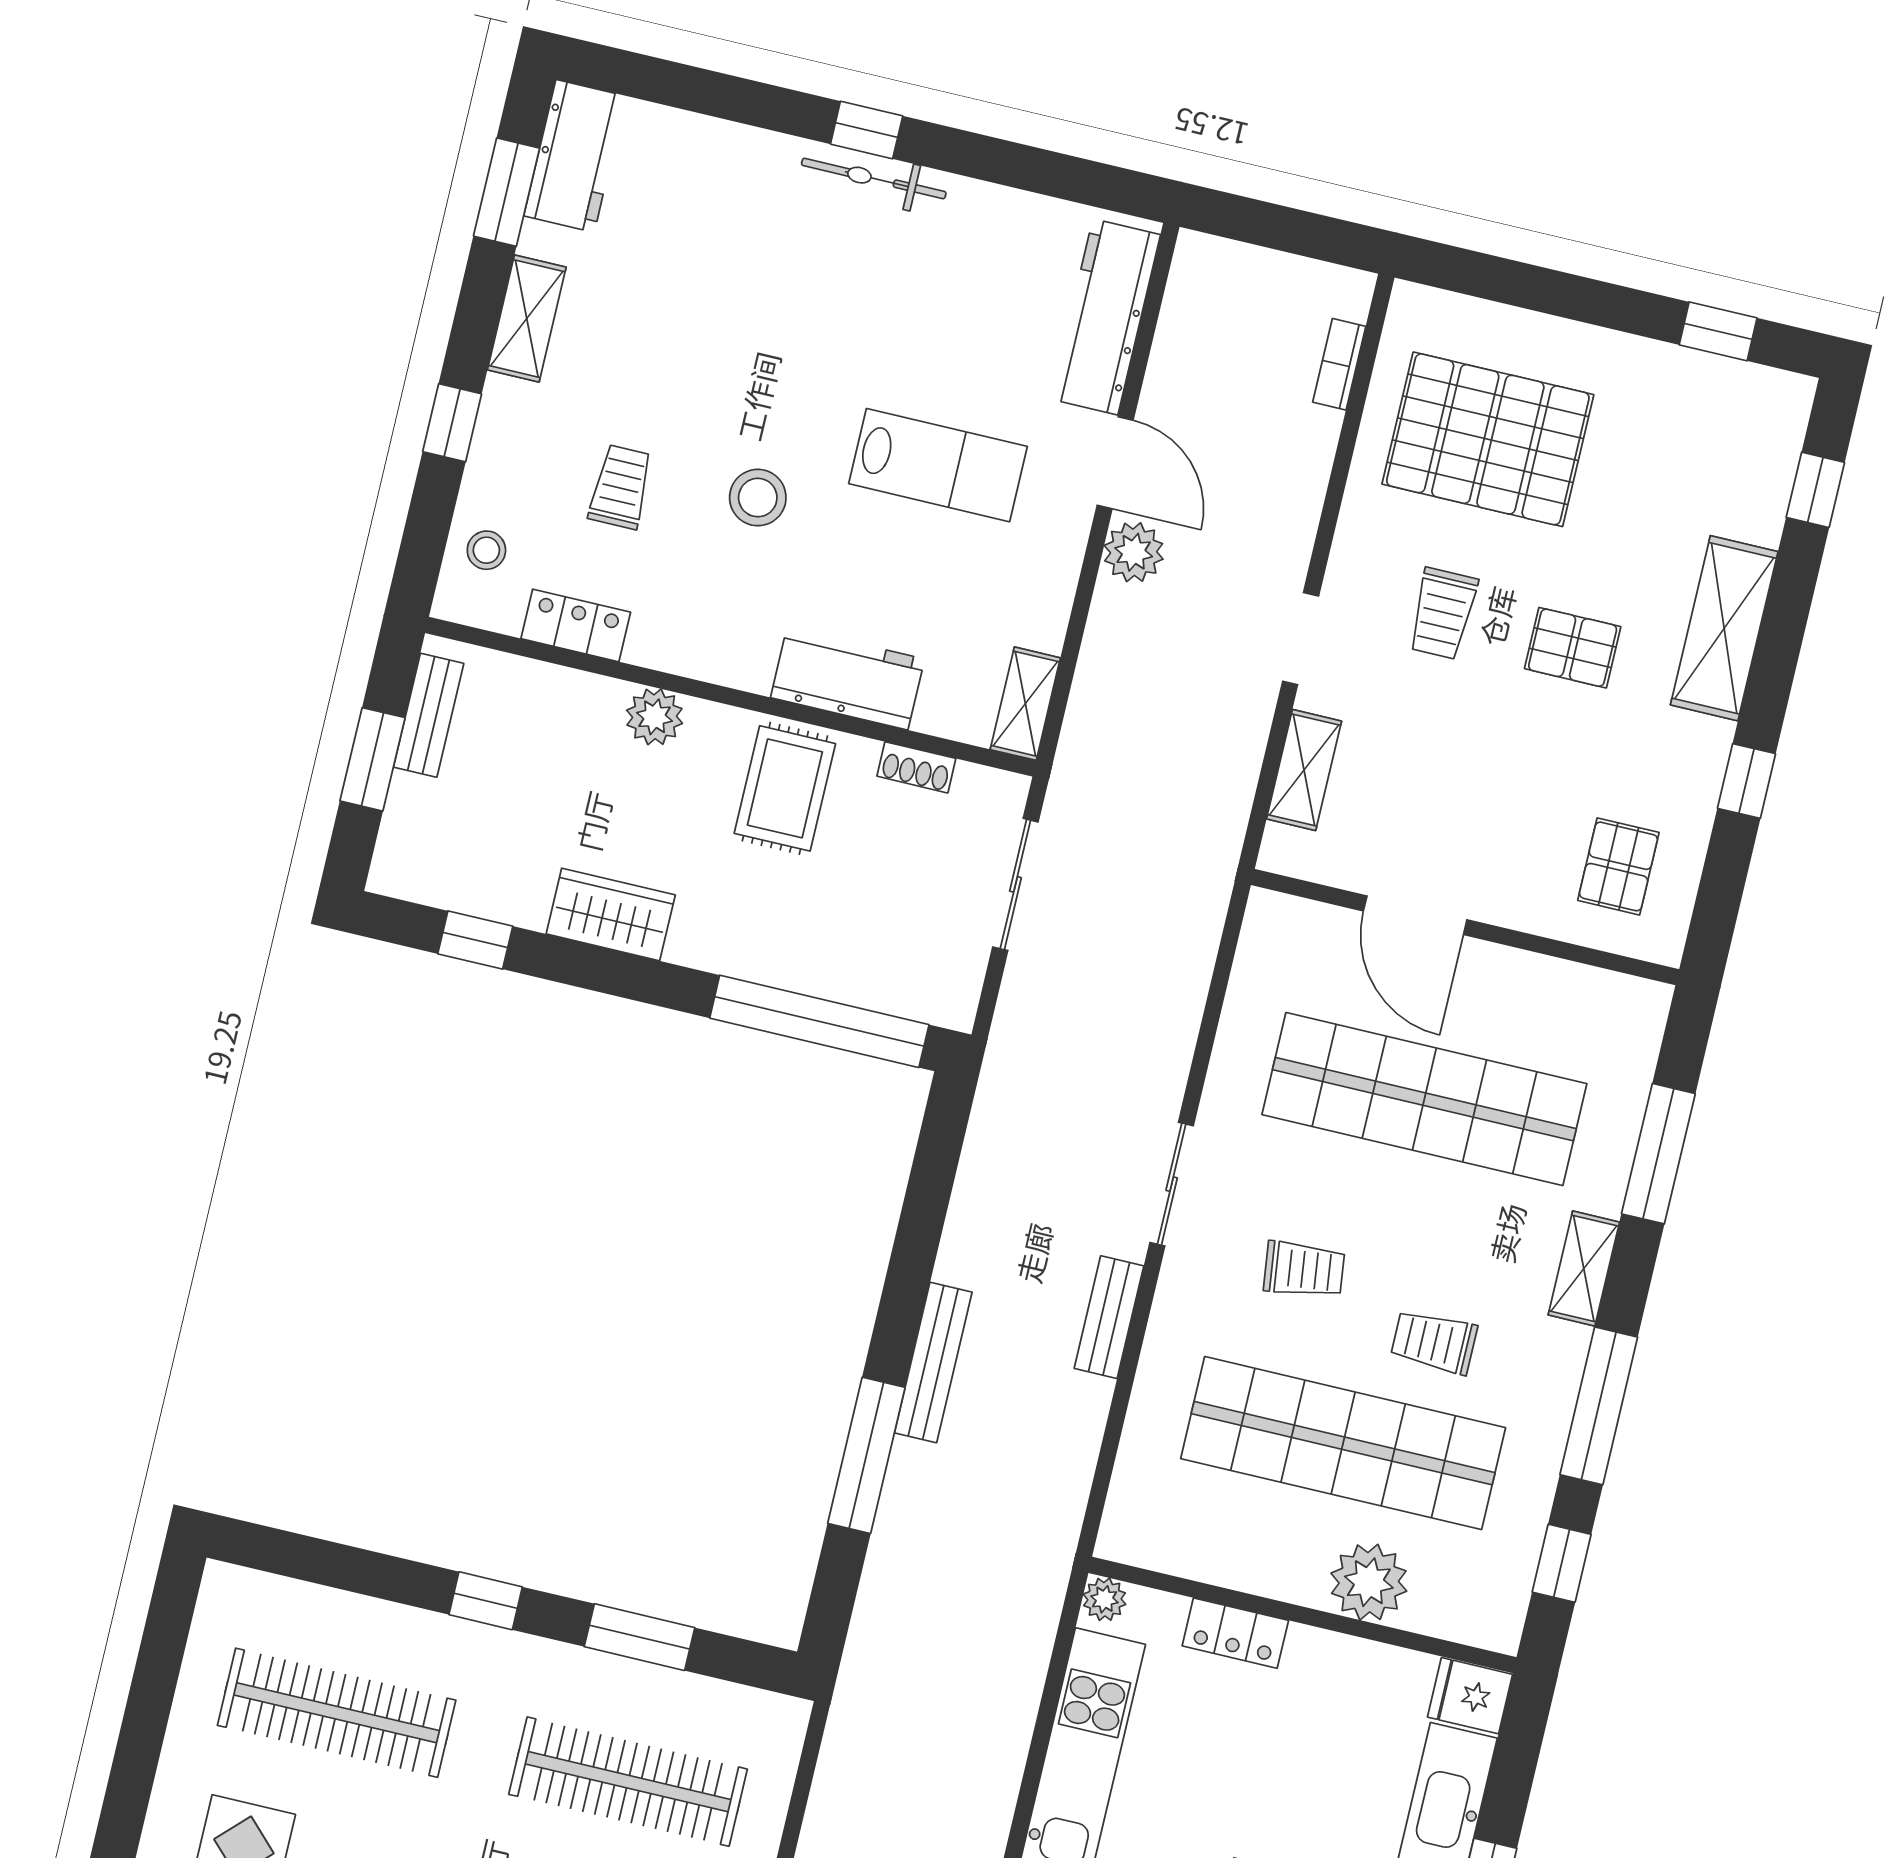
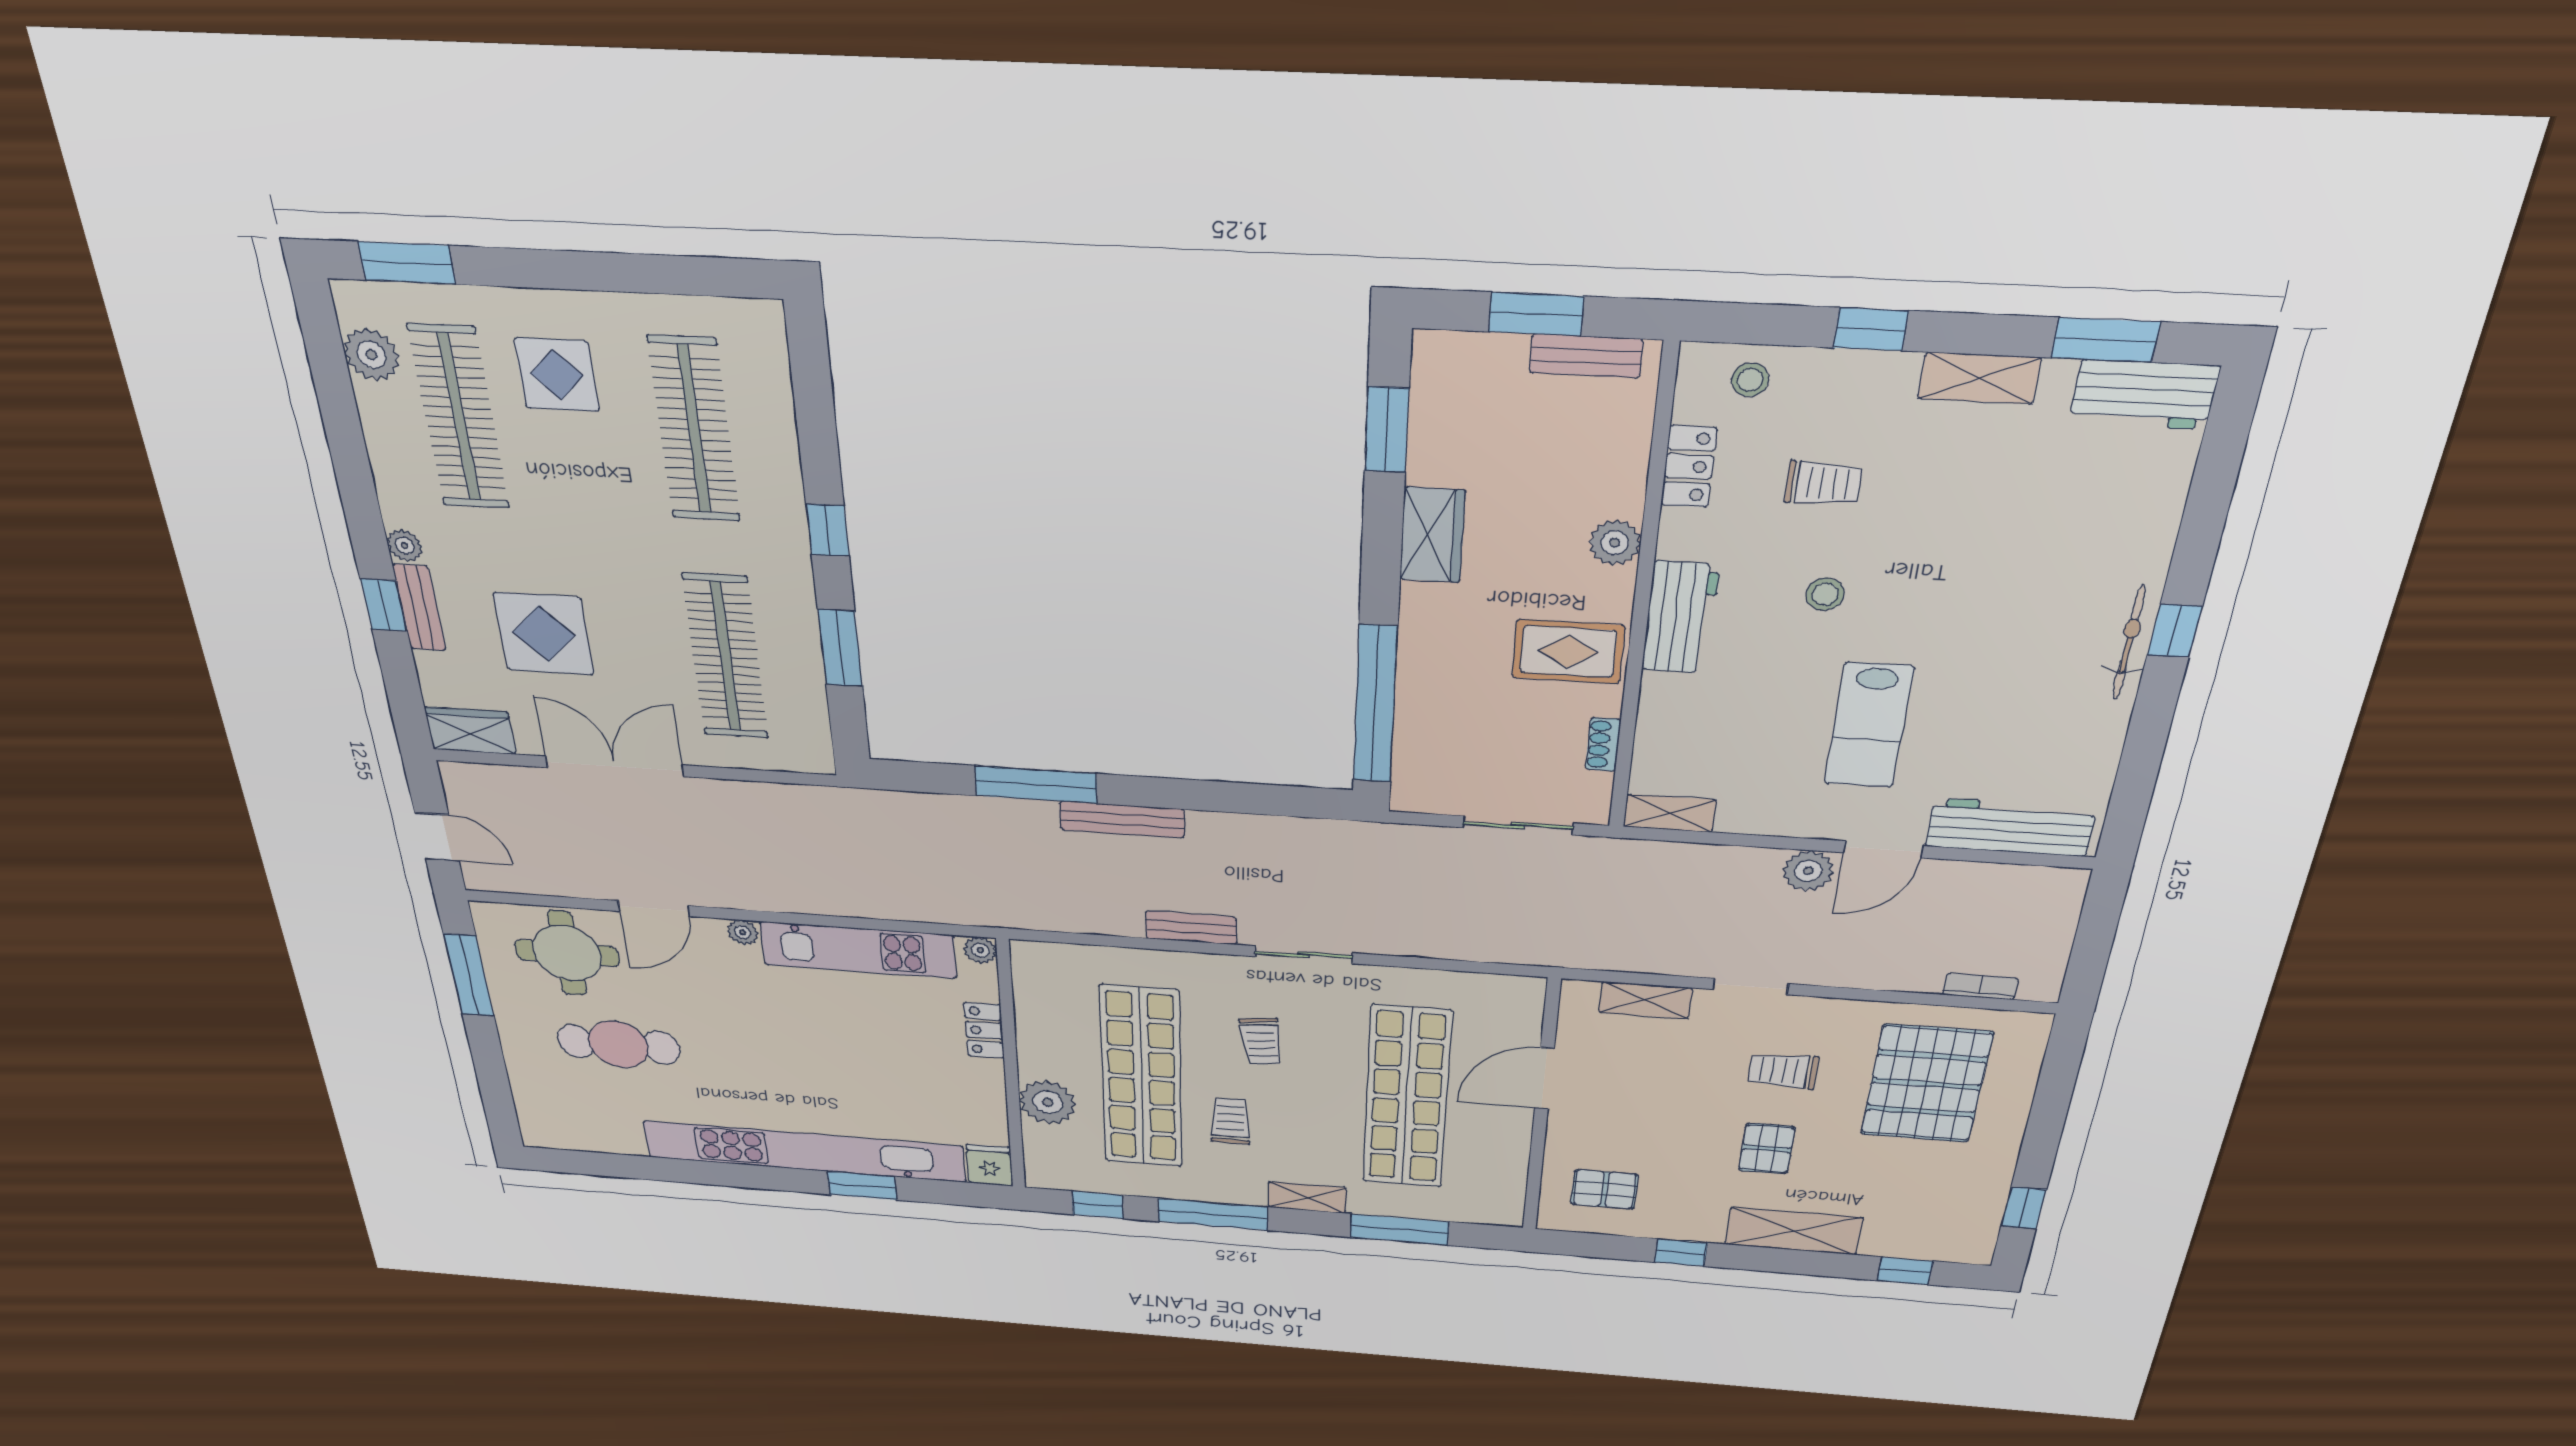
stool: (758, 498) -> (1825, 594), width x0.73, depth x0.73
workbench: (847, 678) -> (1680, 617), moved
window: (475, 940) -> (1387, 430), width x1.50

